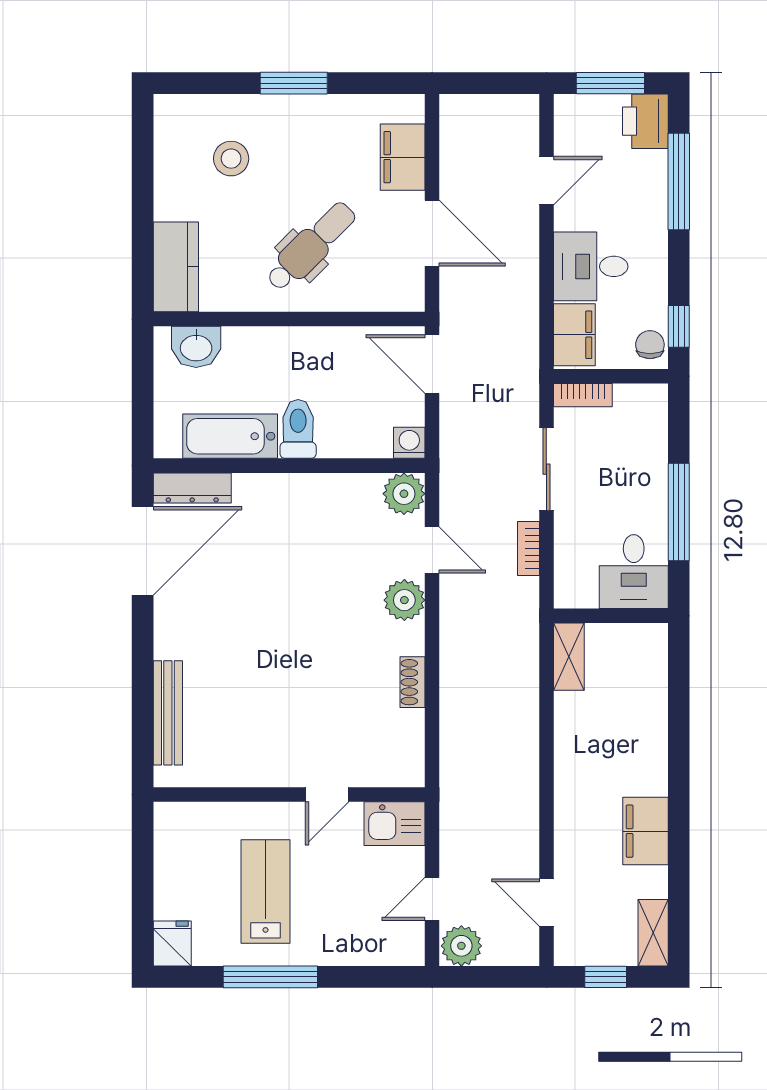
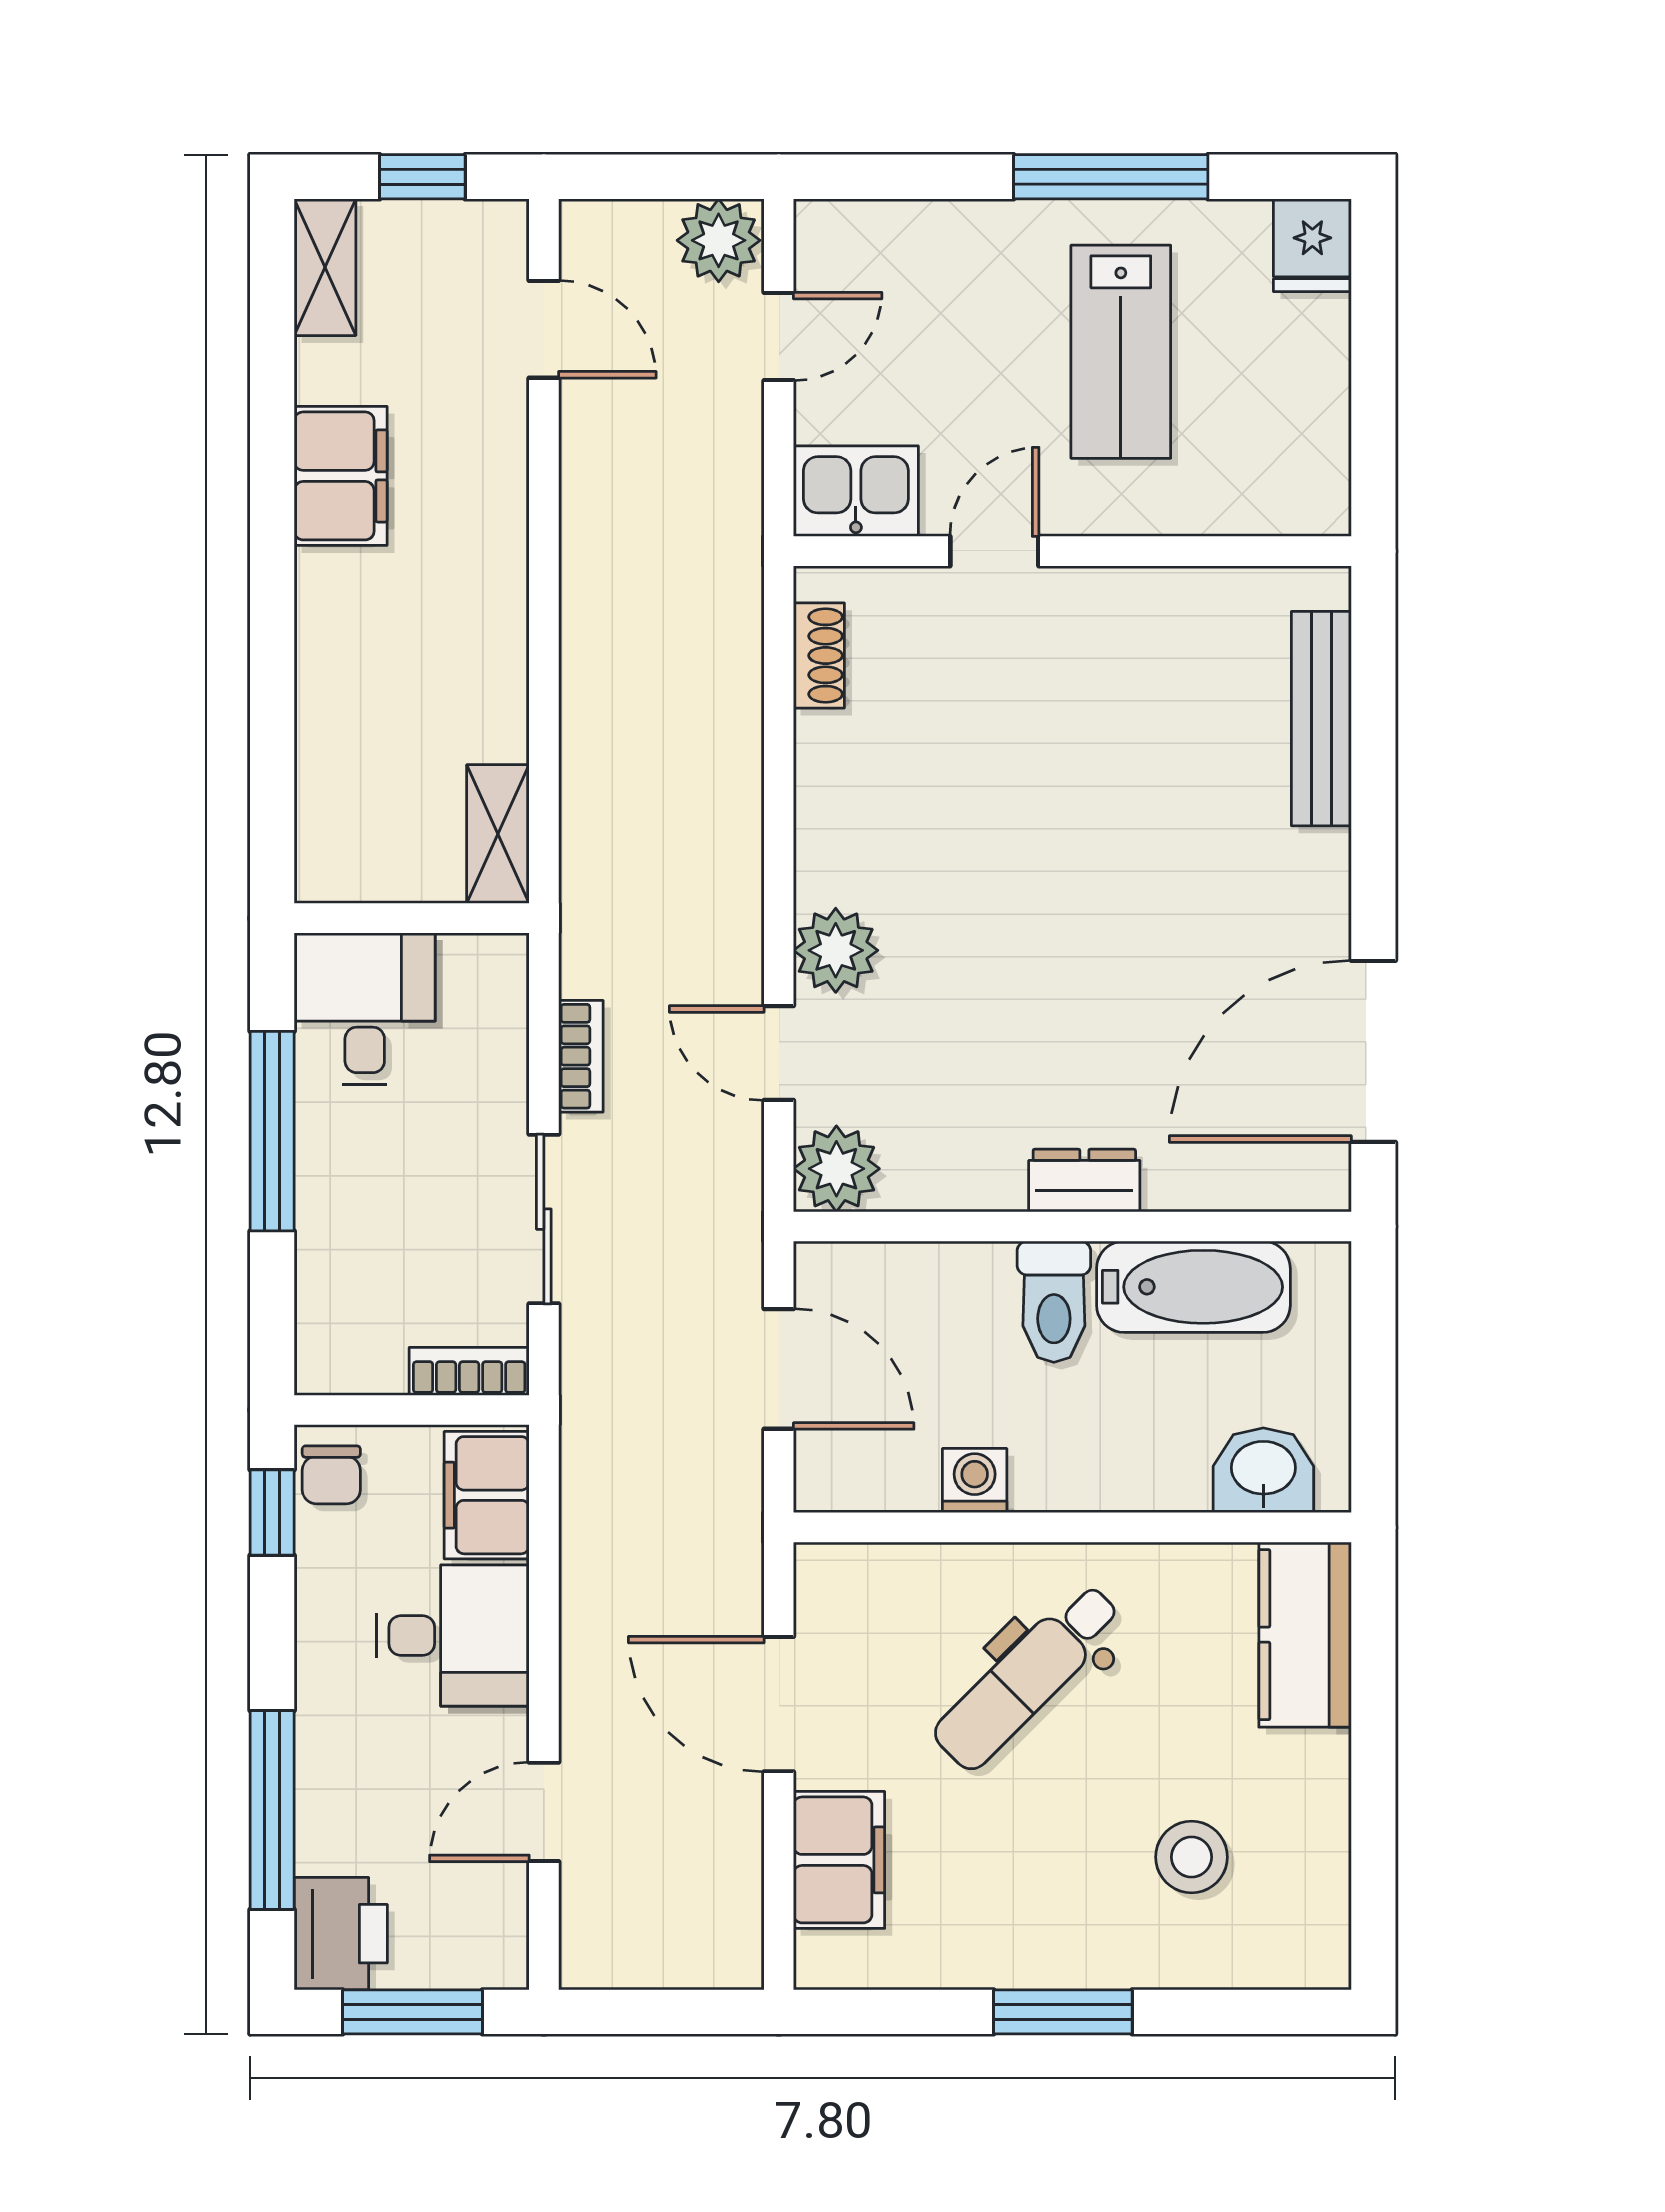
door: (432, 364) -> (779, 1369), moved
washing machine: (409, 443) -> (975, 1481), moved, turned 180
dresser: (192, 488) -> (1084, 1180), moved, width x0.70
shoe rack: (413, 682) -> (819, 656), moved

